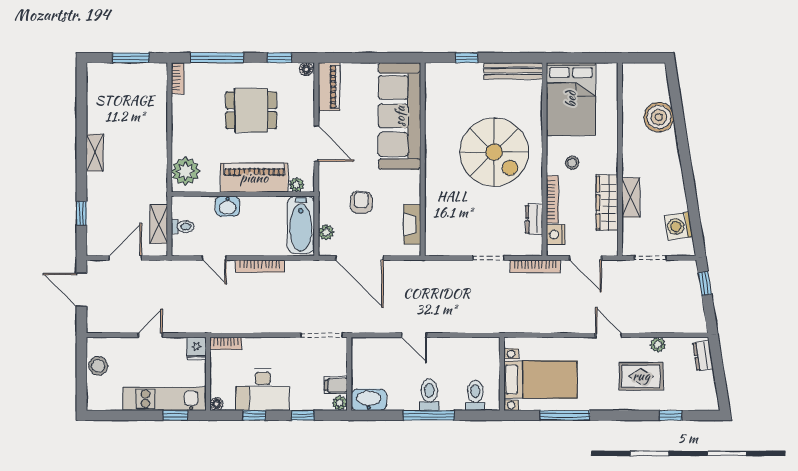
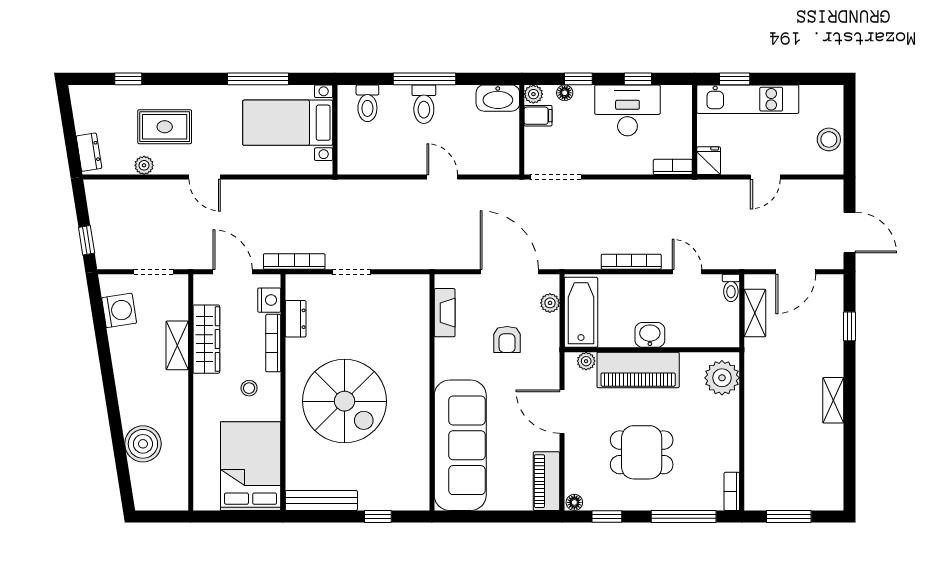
spiral stairs: (494, 152) -> (344, 401), turned 180
washbasin: (227, 206) -> (650, 335), moved
toilet: (183, 227) -> (731, 288), moved, turned -90
floor lamp: (217, 404) -> (565, 93), moved

